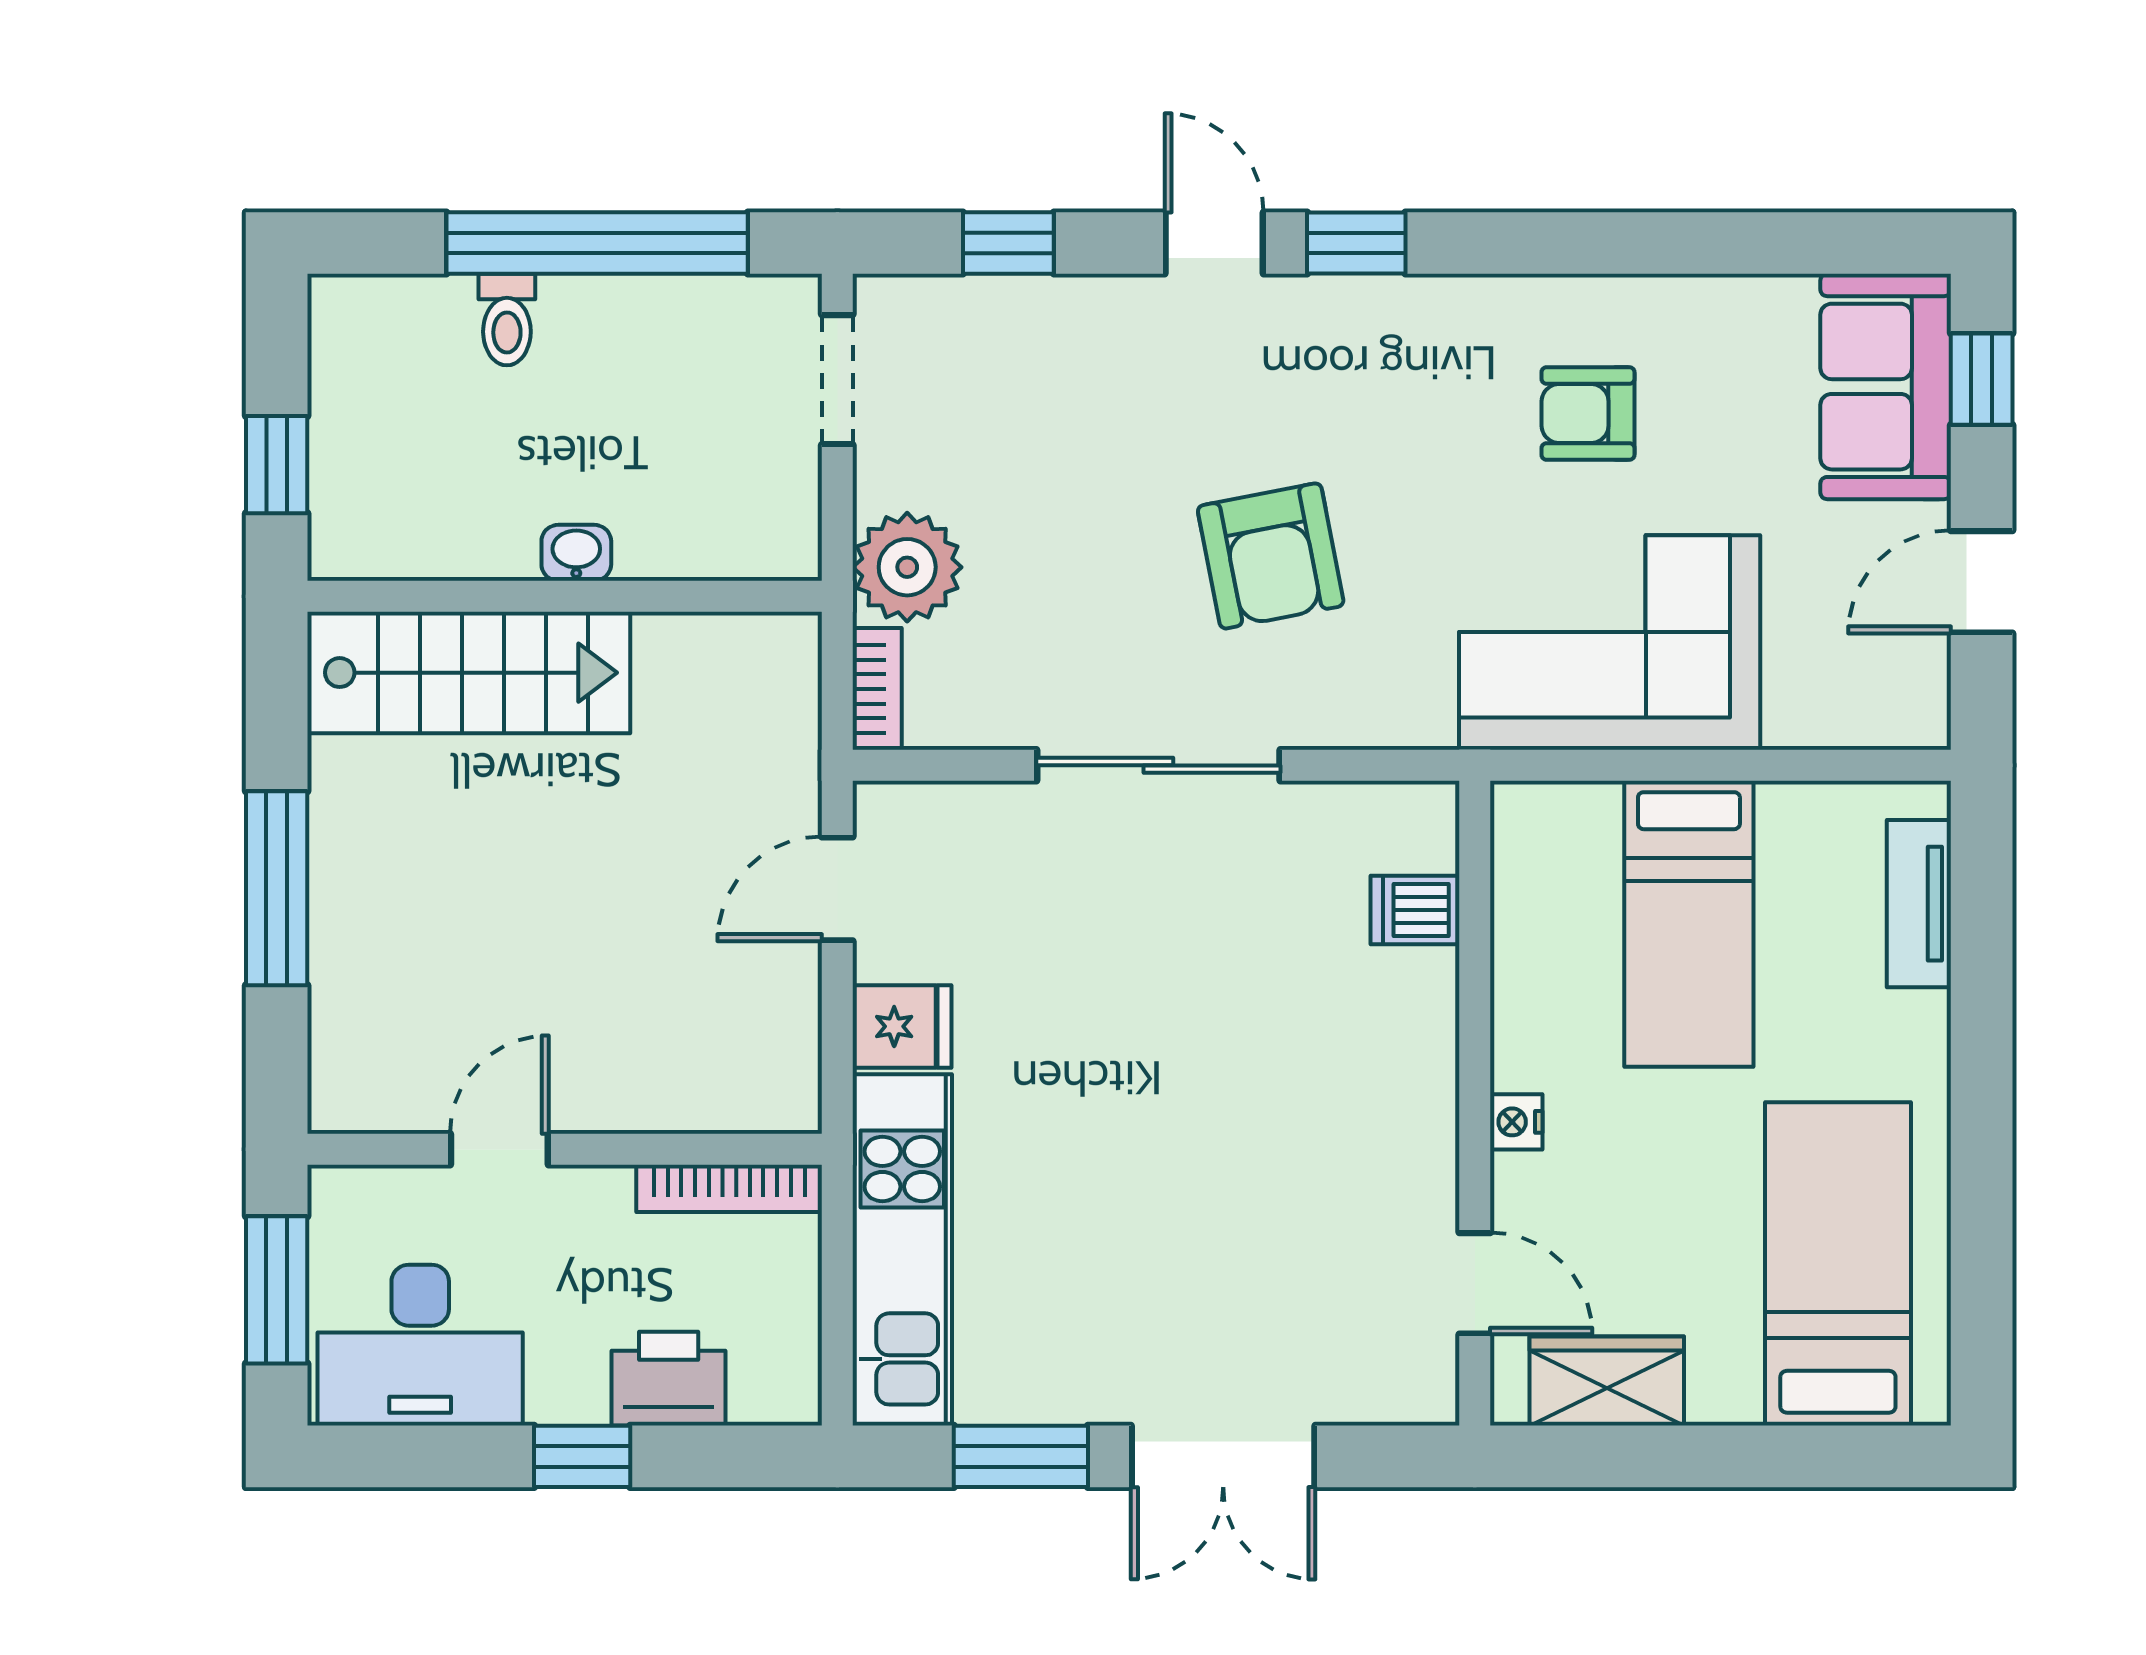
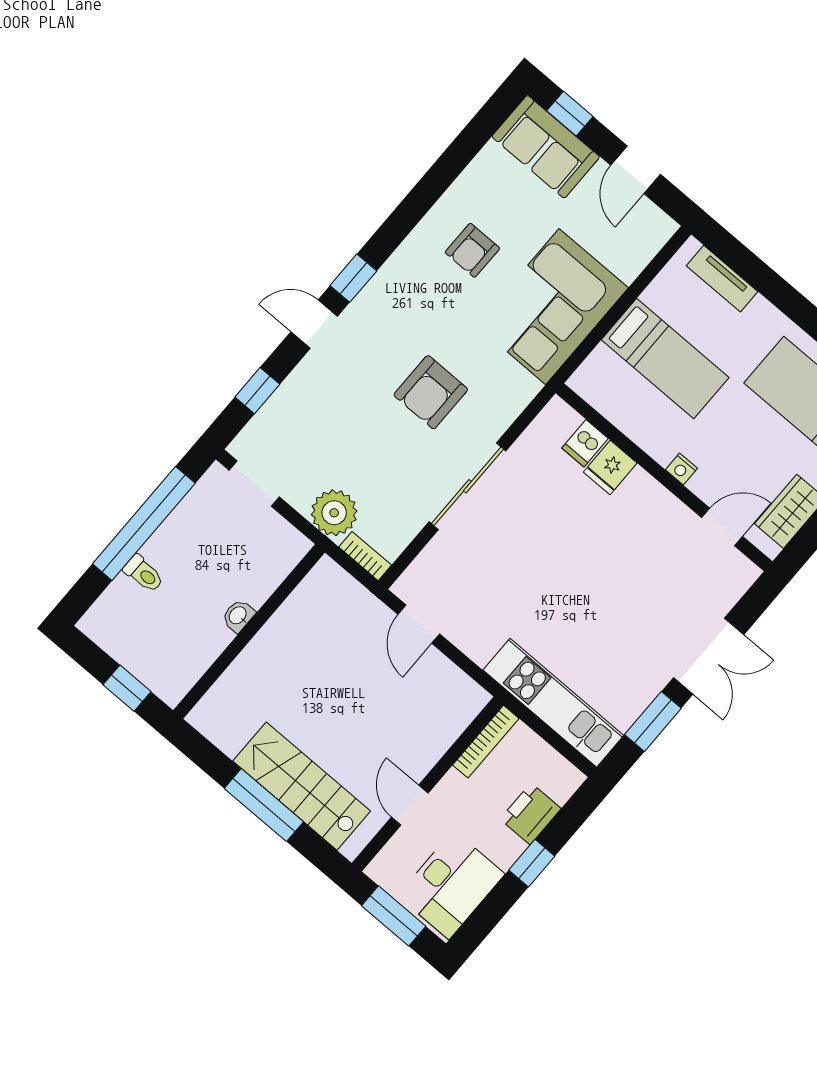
armchair: (1271, 556) -> (431, 392), turned 101
stairs: (469, 673) -> (302, 786), moved, turned -90
fridge: (902, 1026) -> (610, 468), moved, turned 180

